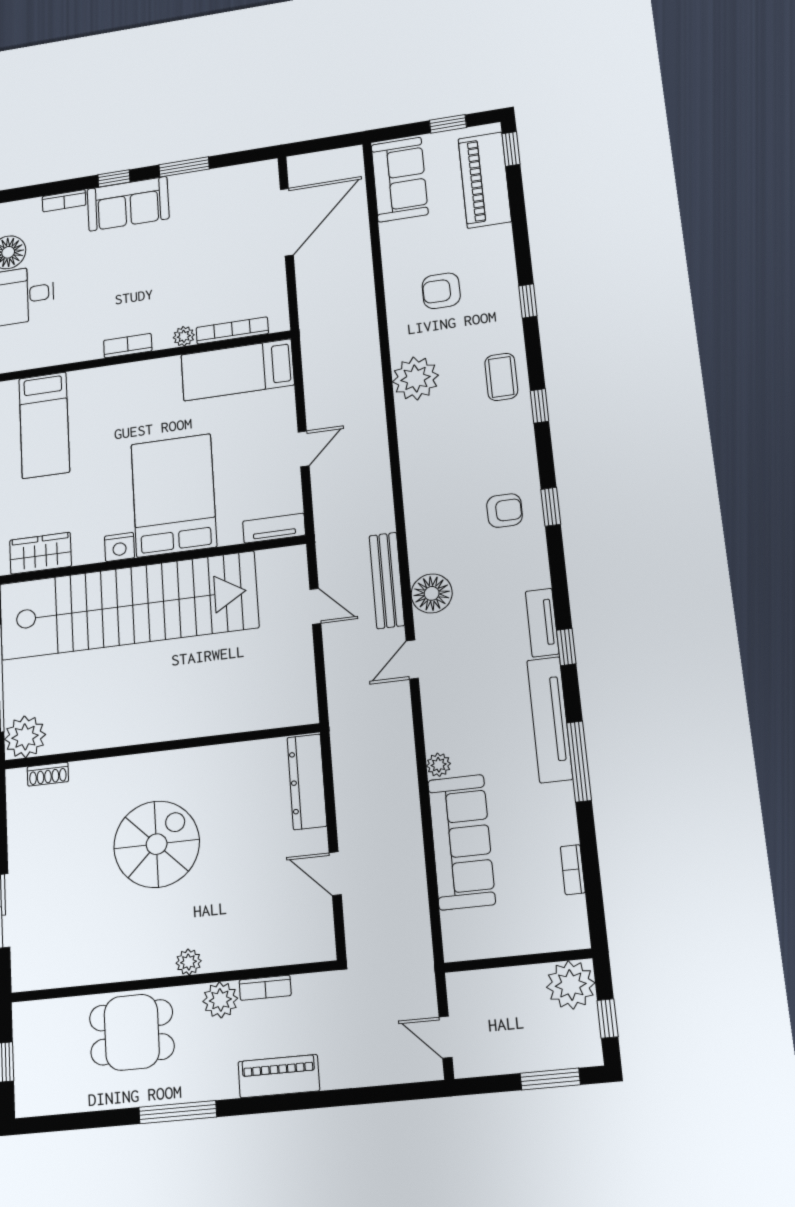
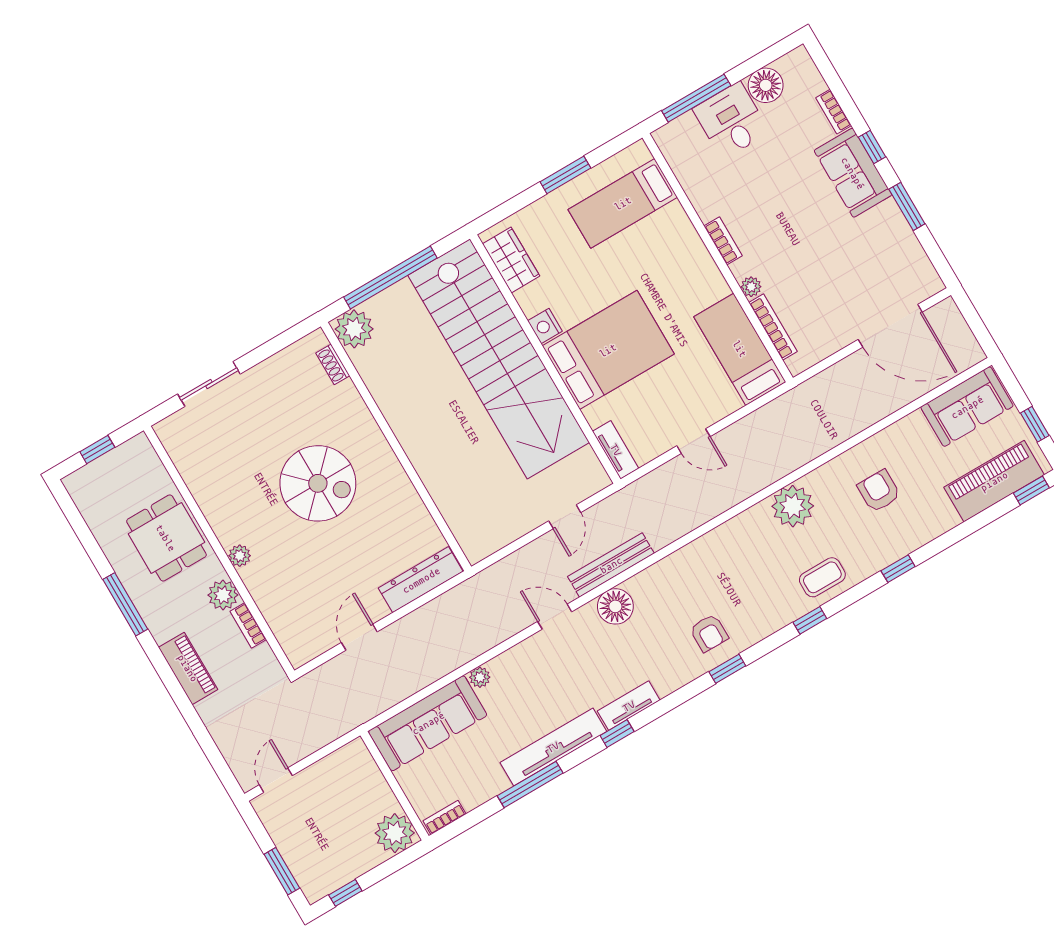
wall: (518, 961) -> (395, 786), moved
plant: (571, 985) -> (395, 833), moved

